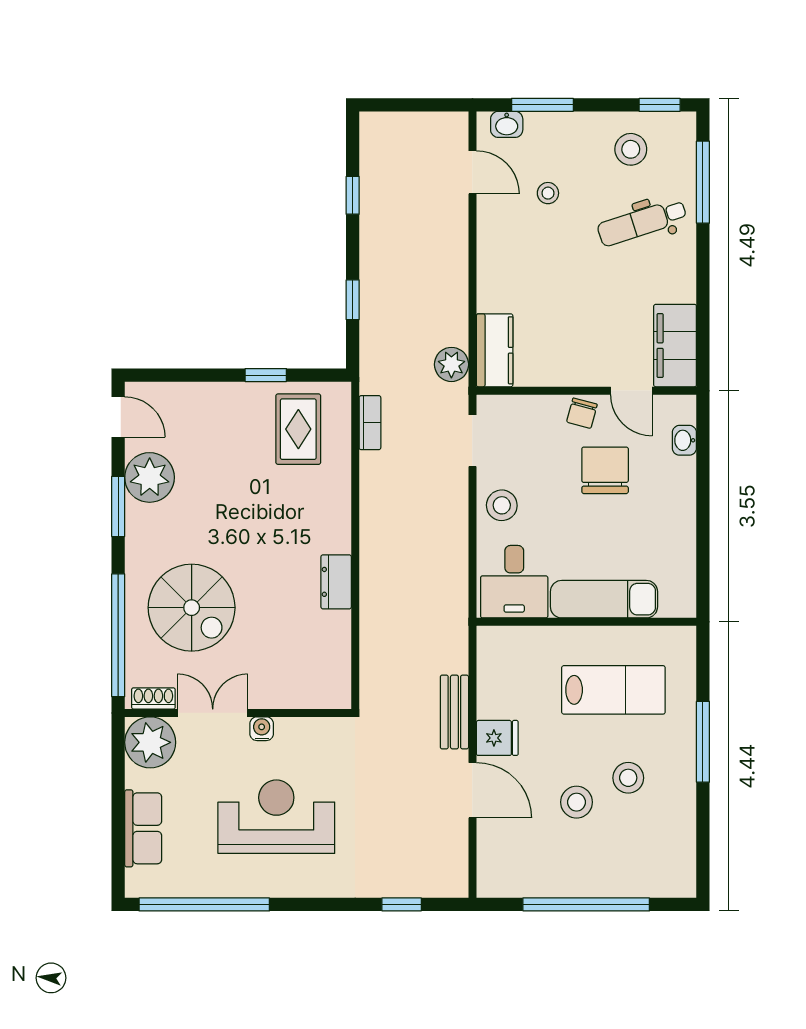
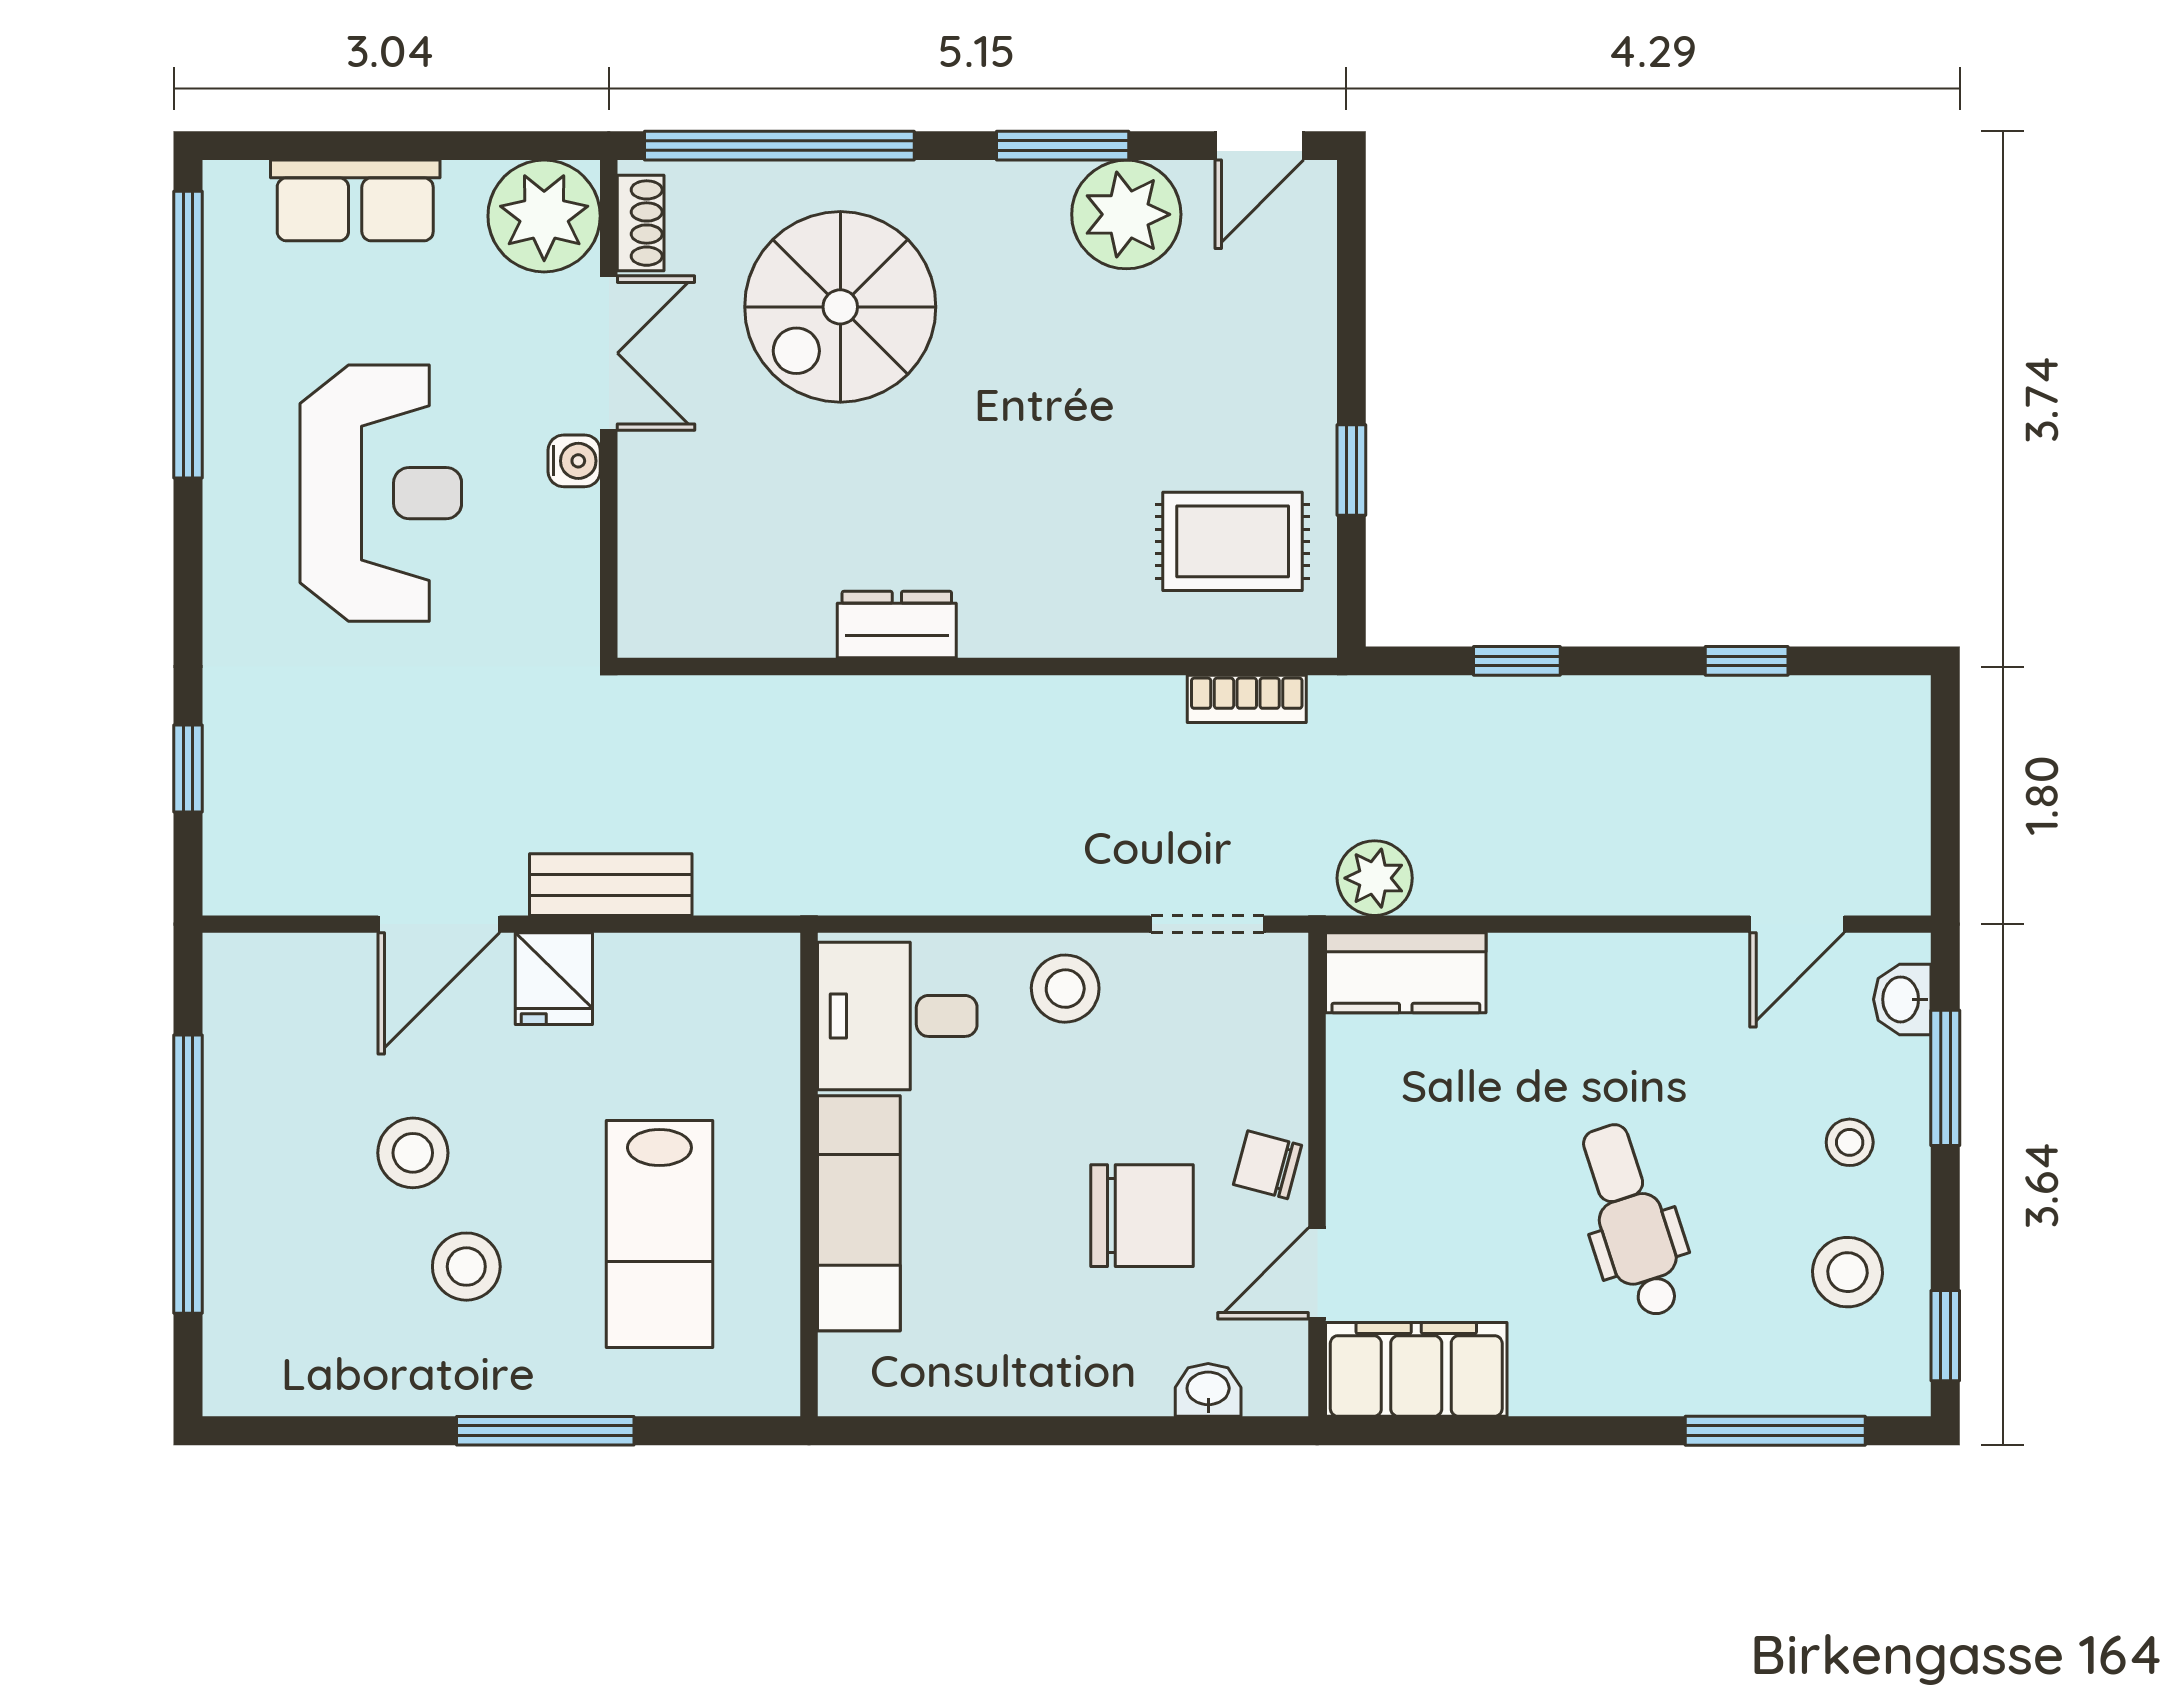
stool: (548, 193) -> (1850, 1142), moved
dental chair: (642, 222) -> (1632, 1220), moved

